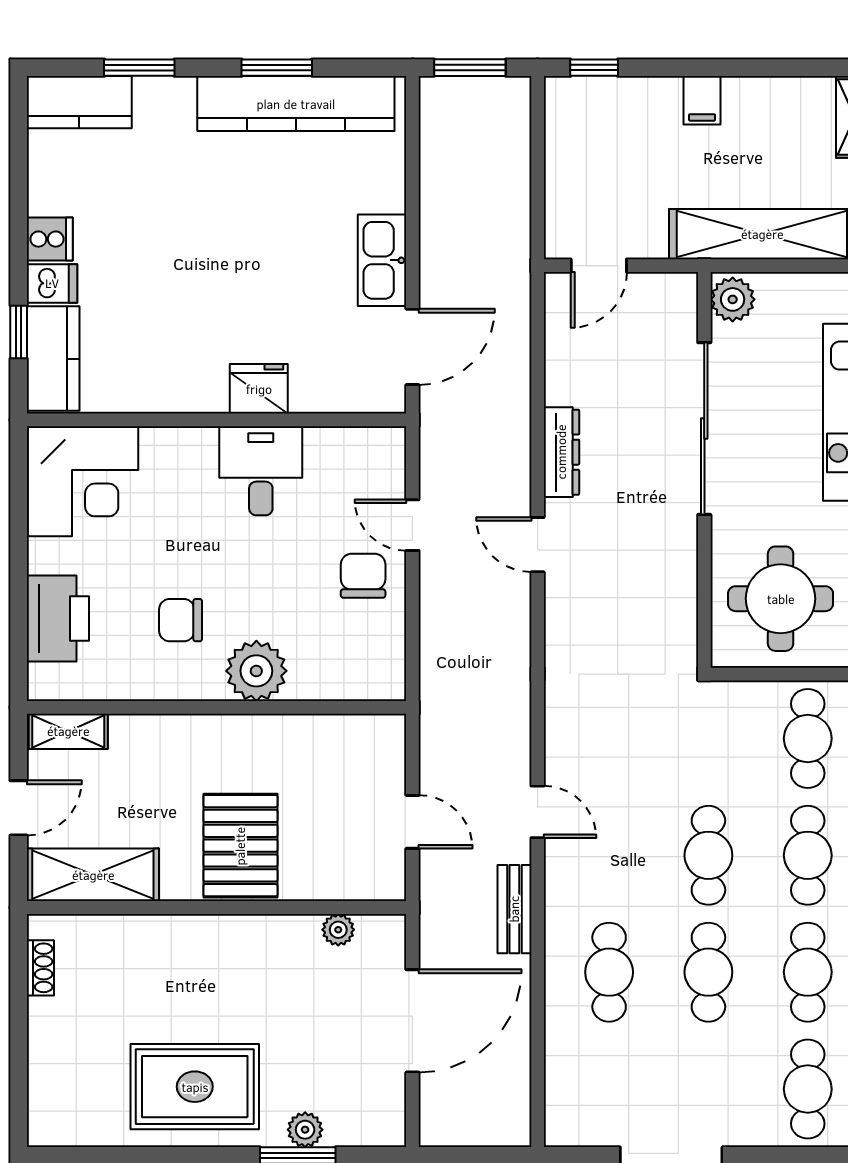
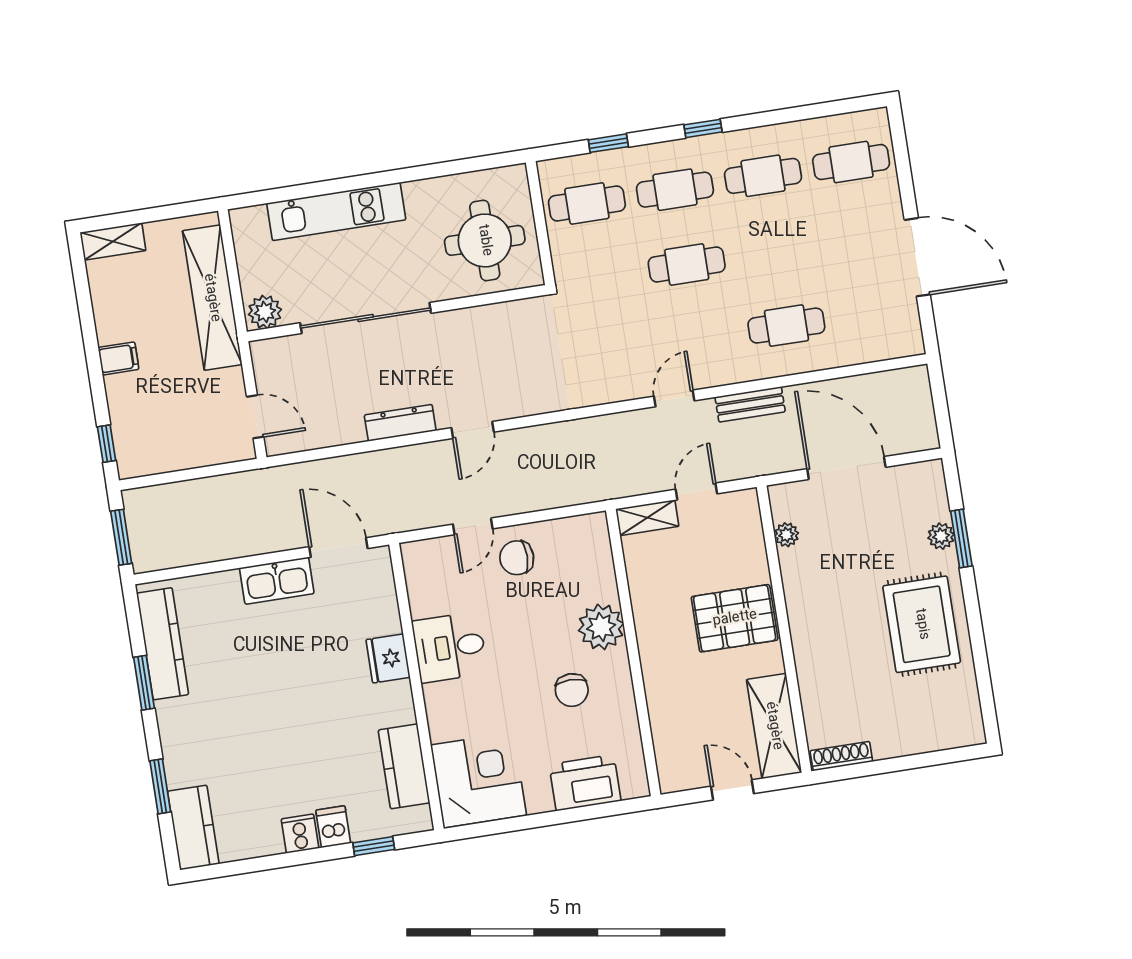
kitchen counter: (296, 104) -> (163, 644), width x0.72, depth x0.86
kitchen counter: (53, 359) -> (404, 766), moved, turned -90
shelving: (68, 731) -> (647, 518), moved, turned 90
shoe rack: (40, 968) -> (841, 756), width x1.43
cafe table: (708, 972) -> (775, 251), removed

